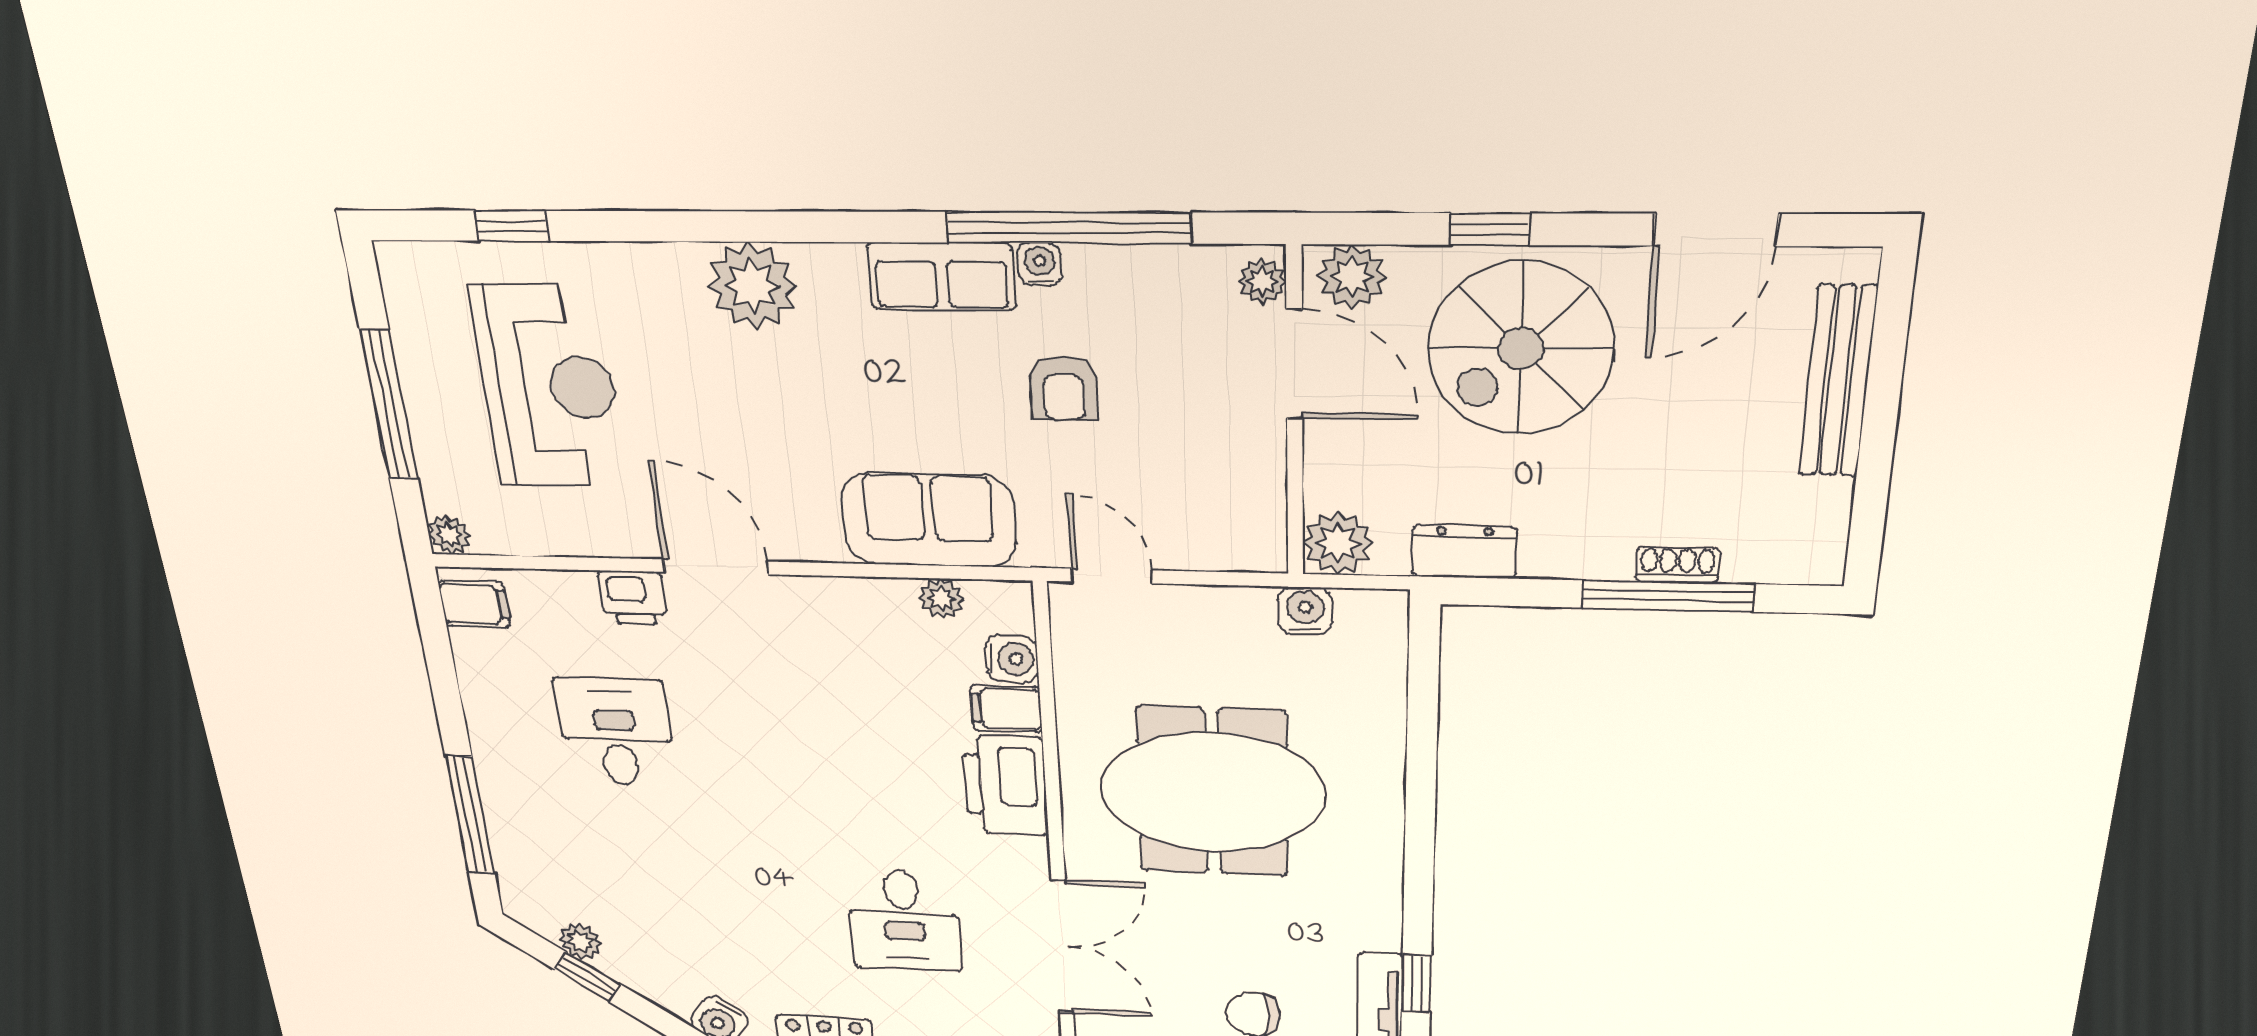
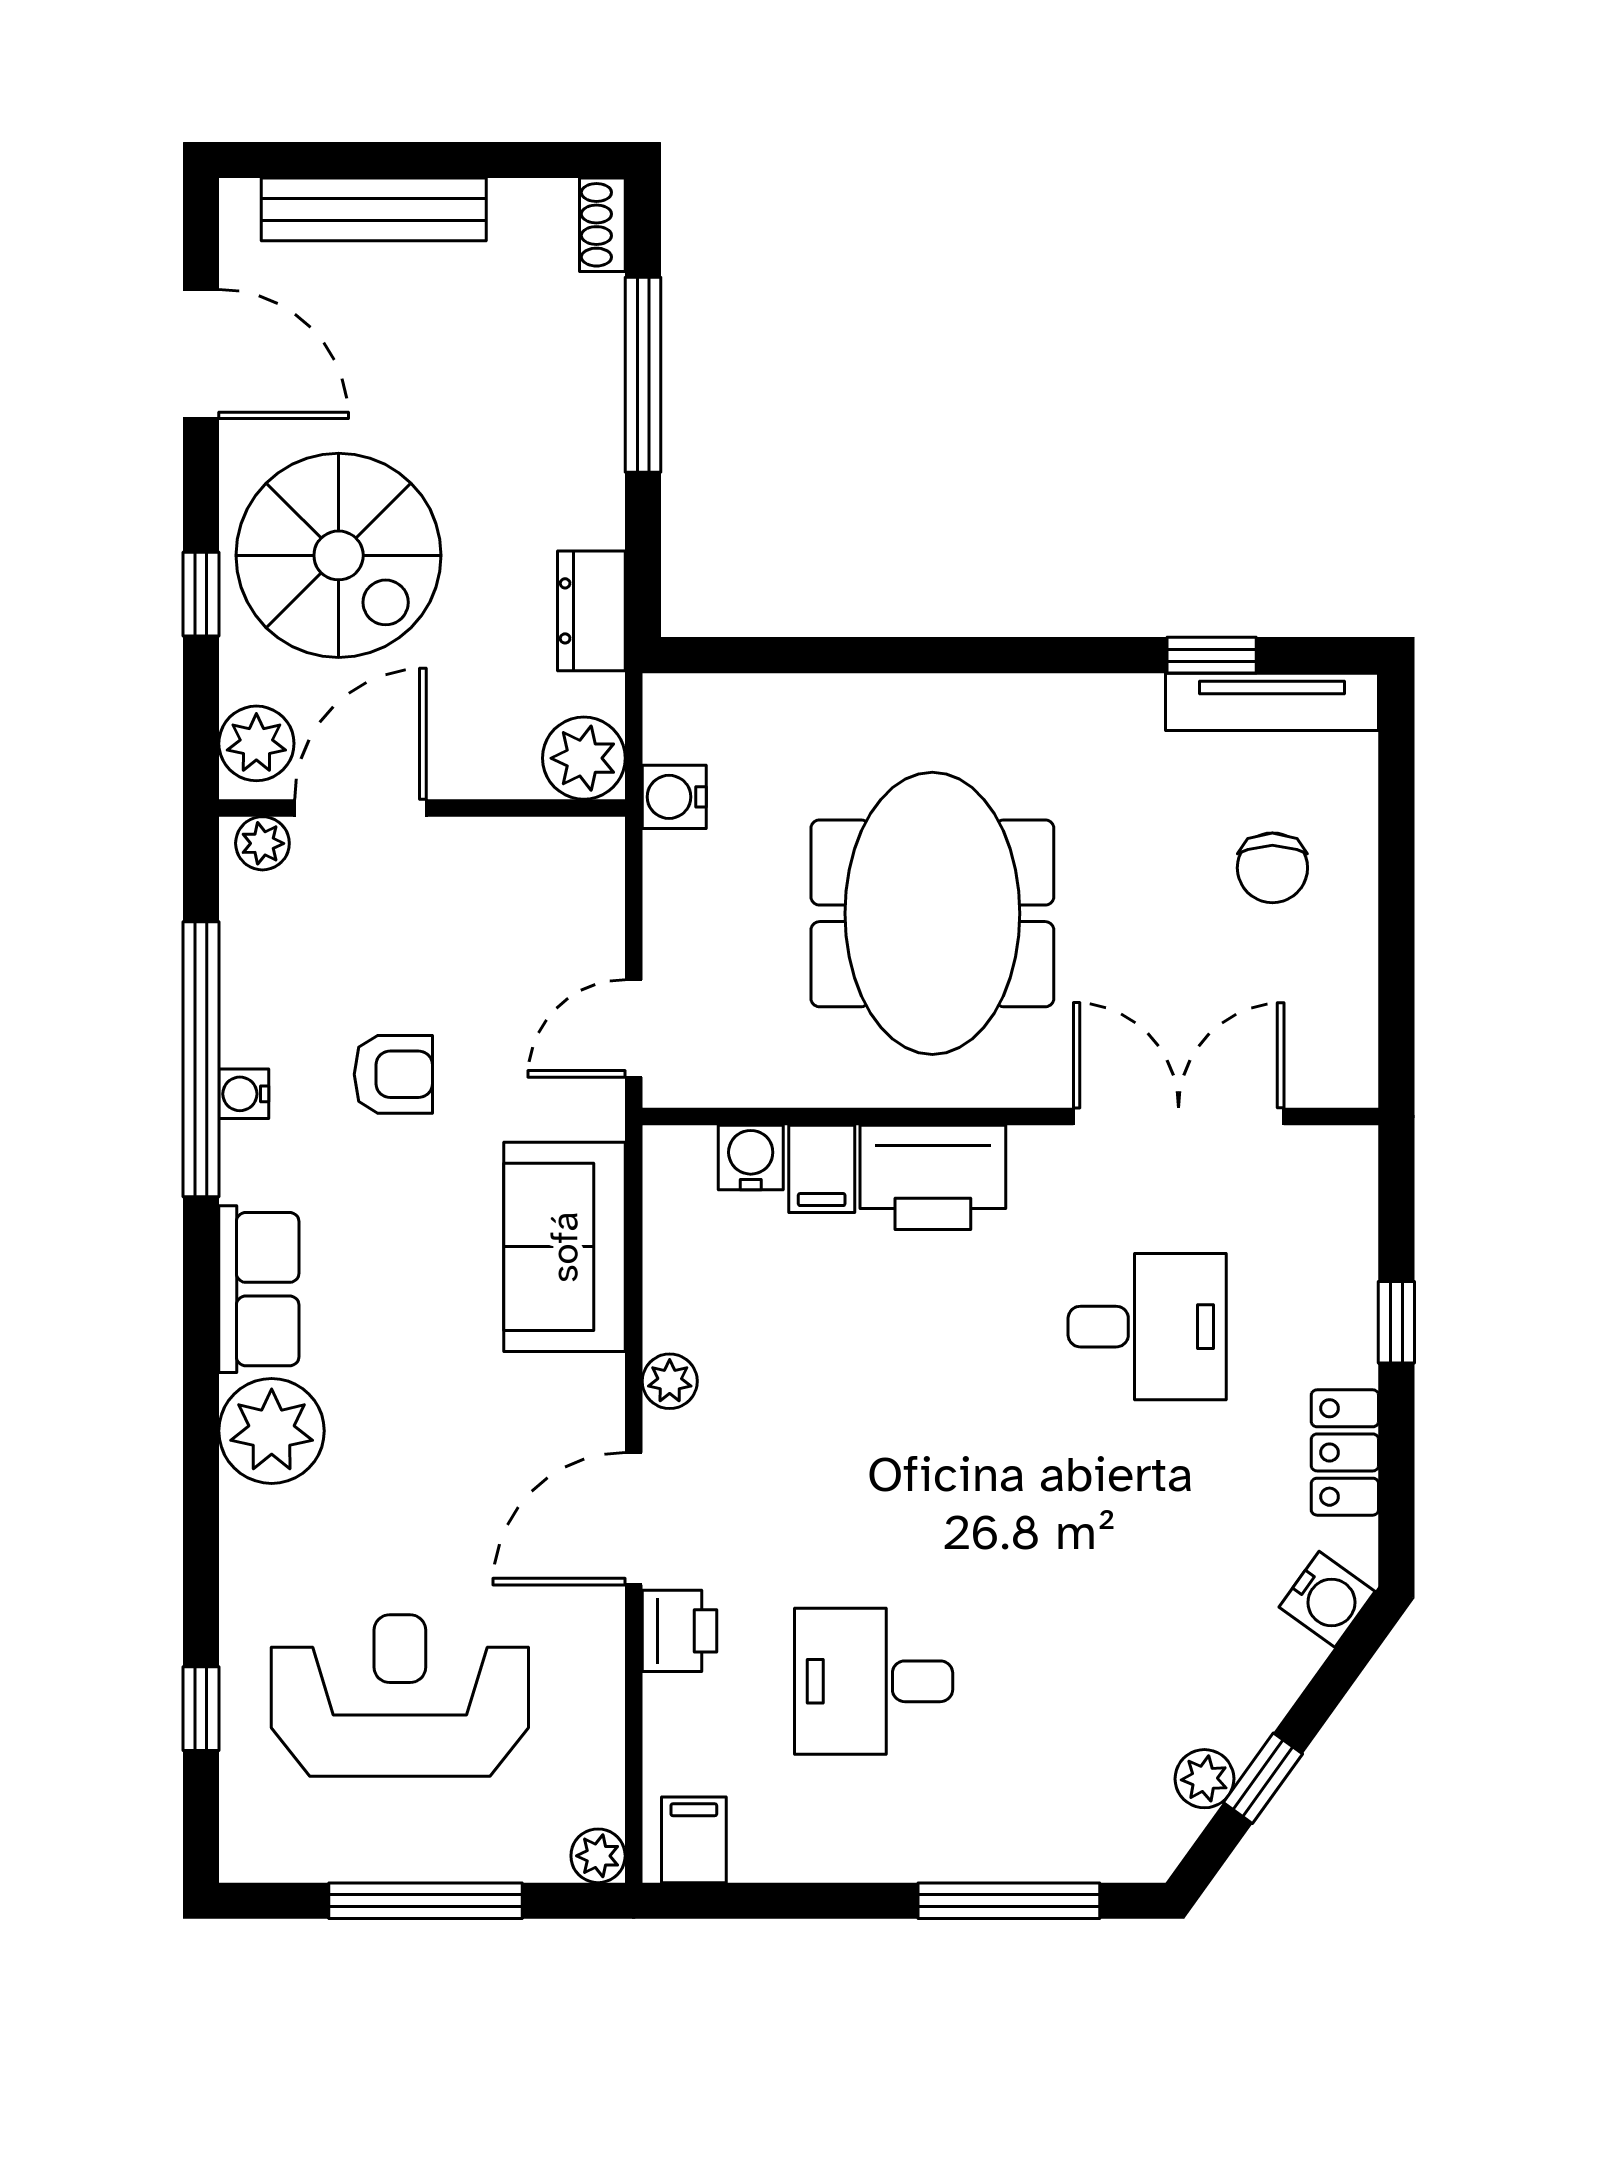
row of seats: (941, 276) -> (259, 1289), moved
shoe rack: (1677, 565) -> (602, 225), moved
plant: (941, 599) -> (670, 1381), moved

